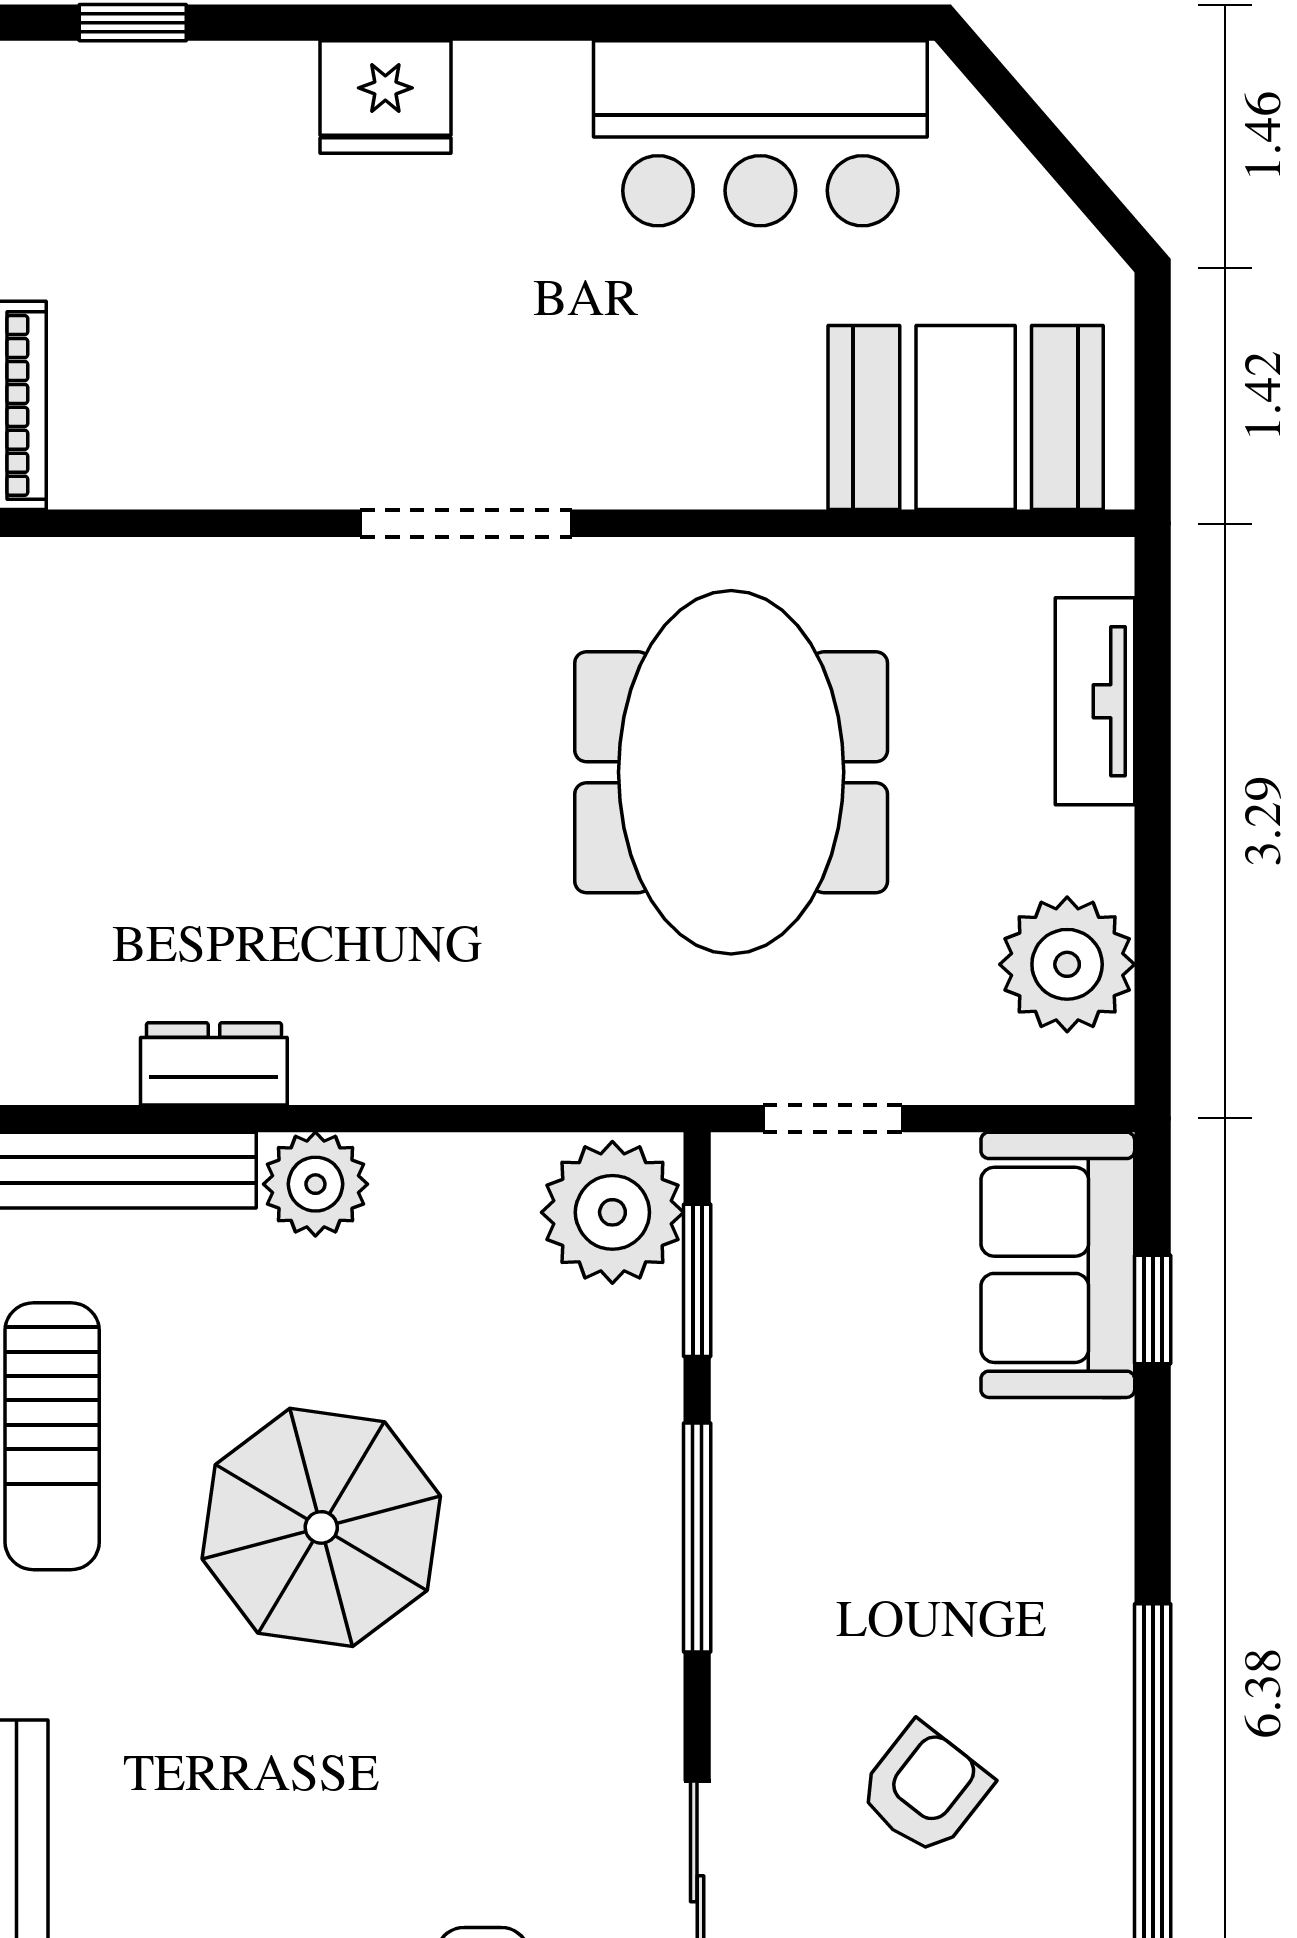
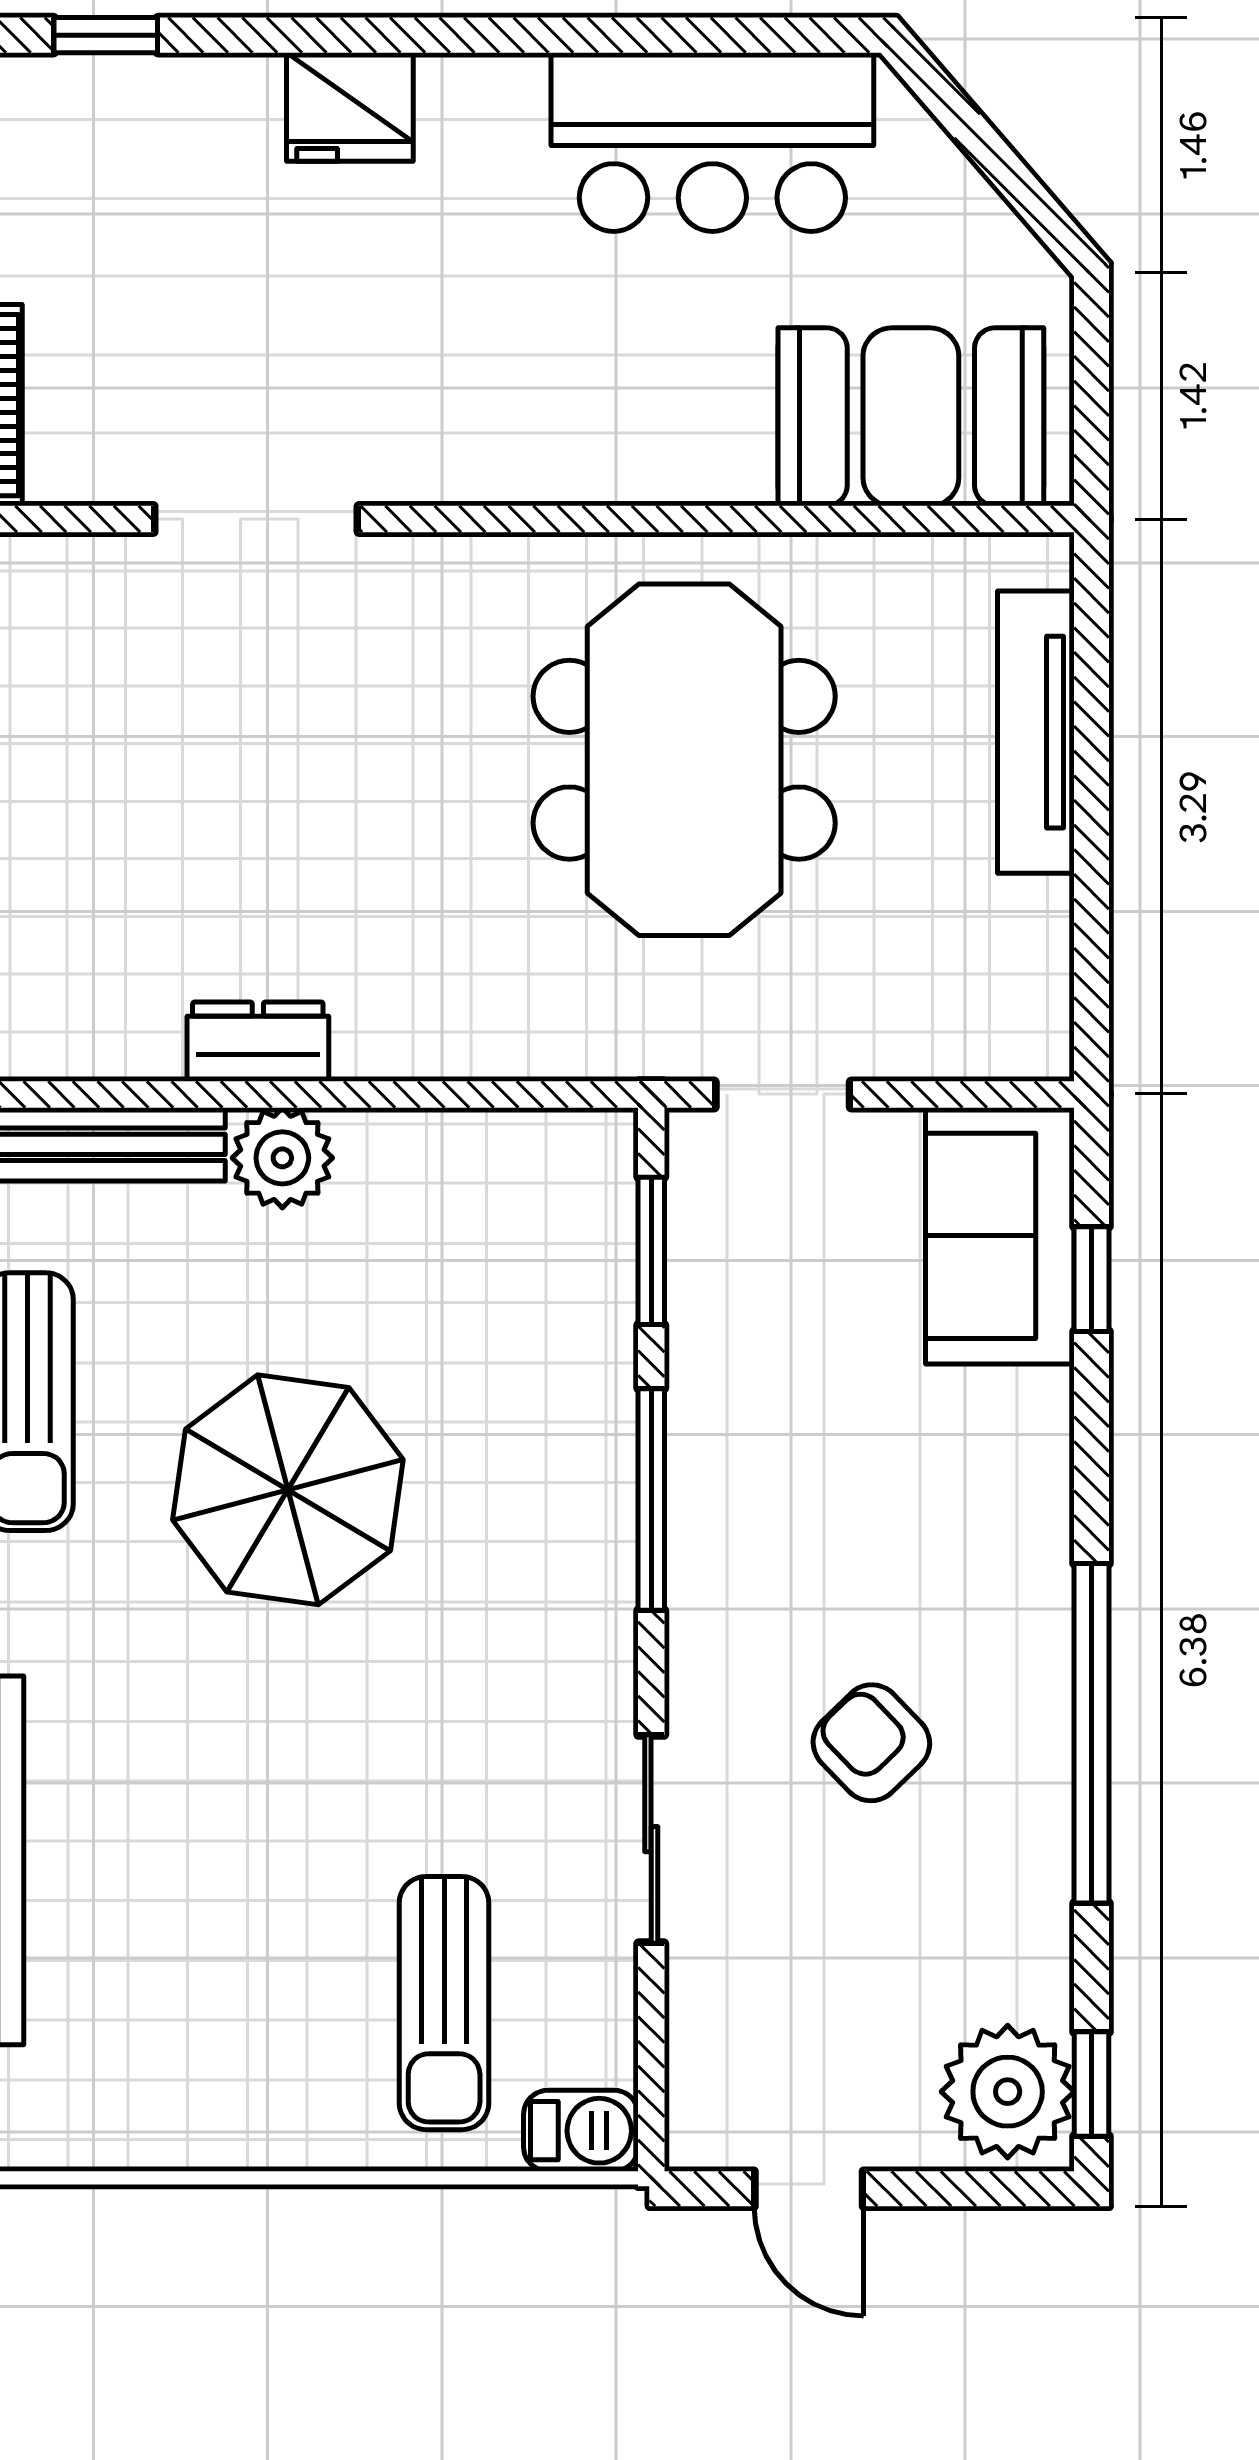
doorway: (466, 523) -> (256, 519), moved
tv unit: (1095, 701) -> (1036, 732), width x1.41
plant: (1067, 964) -> (1009, 945), removed
dresser: (214, 1064) -> (258, 1042), moved
plant: (612, 1212) -> (569, 1185), removed
armchair: (925, 1789) -> (871, 1743), turned -82

